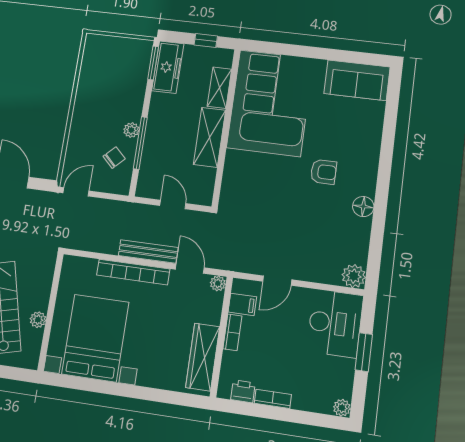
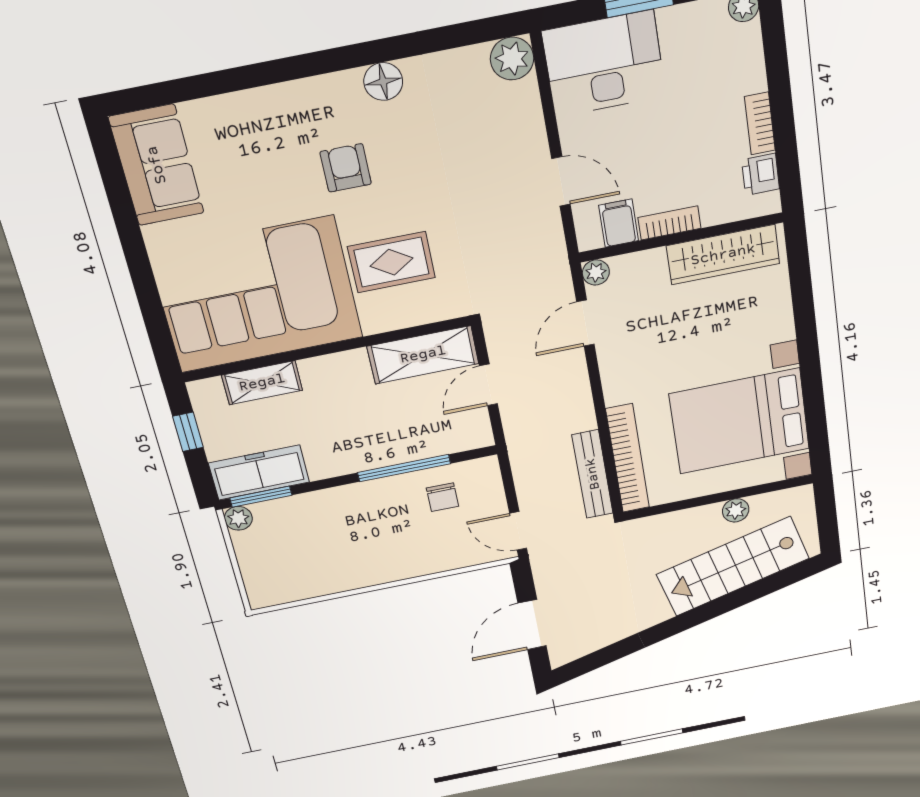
plant: (131, 130) -> (238, 518), moved
shelving: (210, 137) -> (423, 355), moved
chair: (114, 158) -> (442, 497), turned -135
rug: (263, 177) -> (392, 262), added
bench: (148, 252) -> (593, 474), moved
bookcase: (133, 272) -> (628, 458), moved

